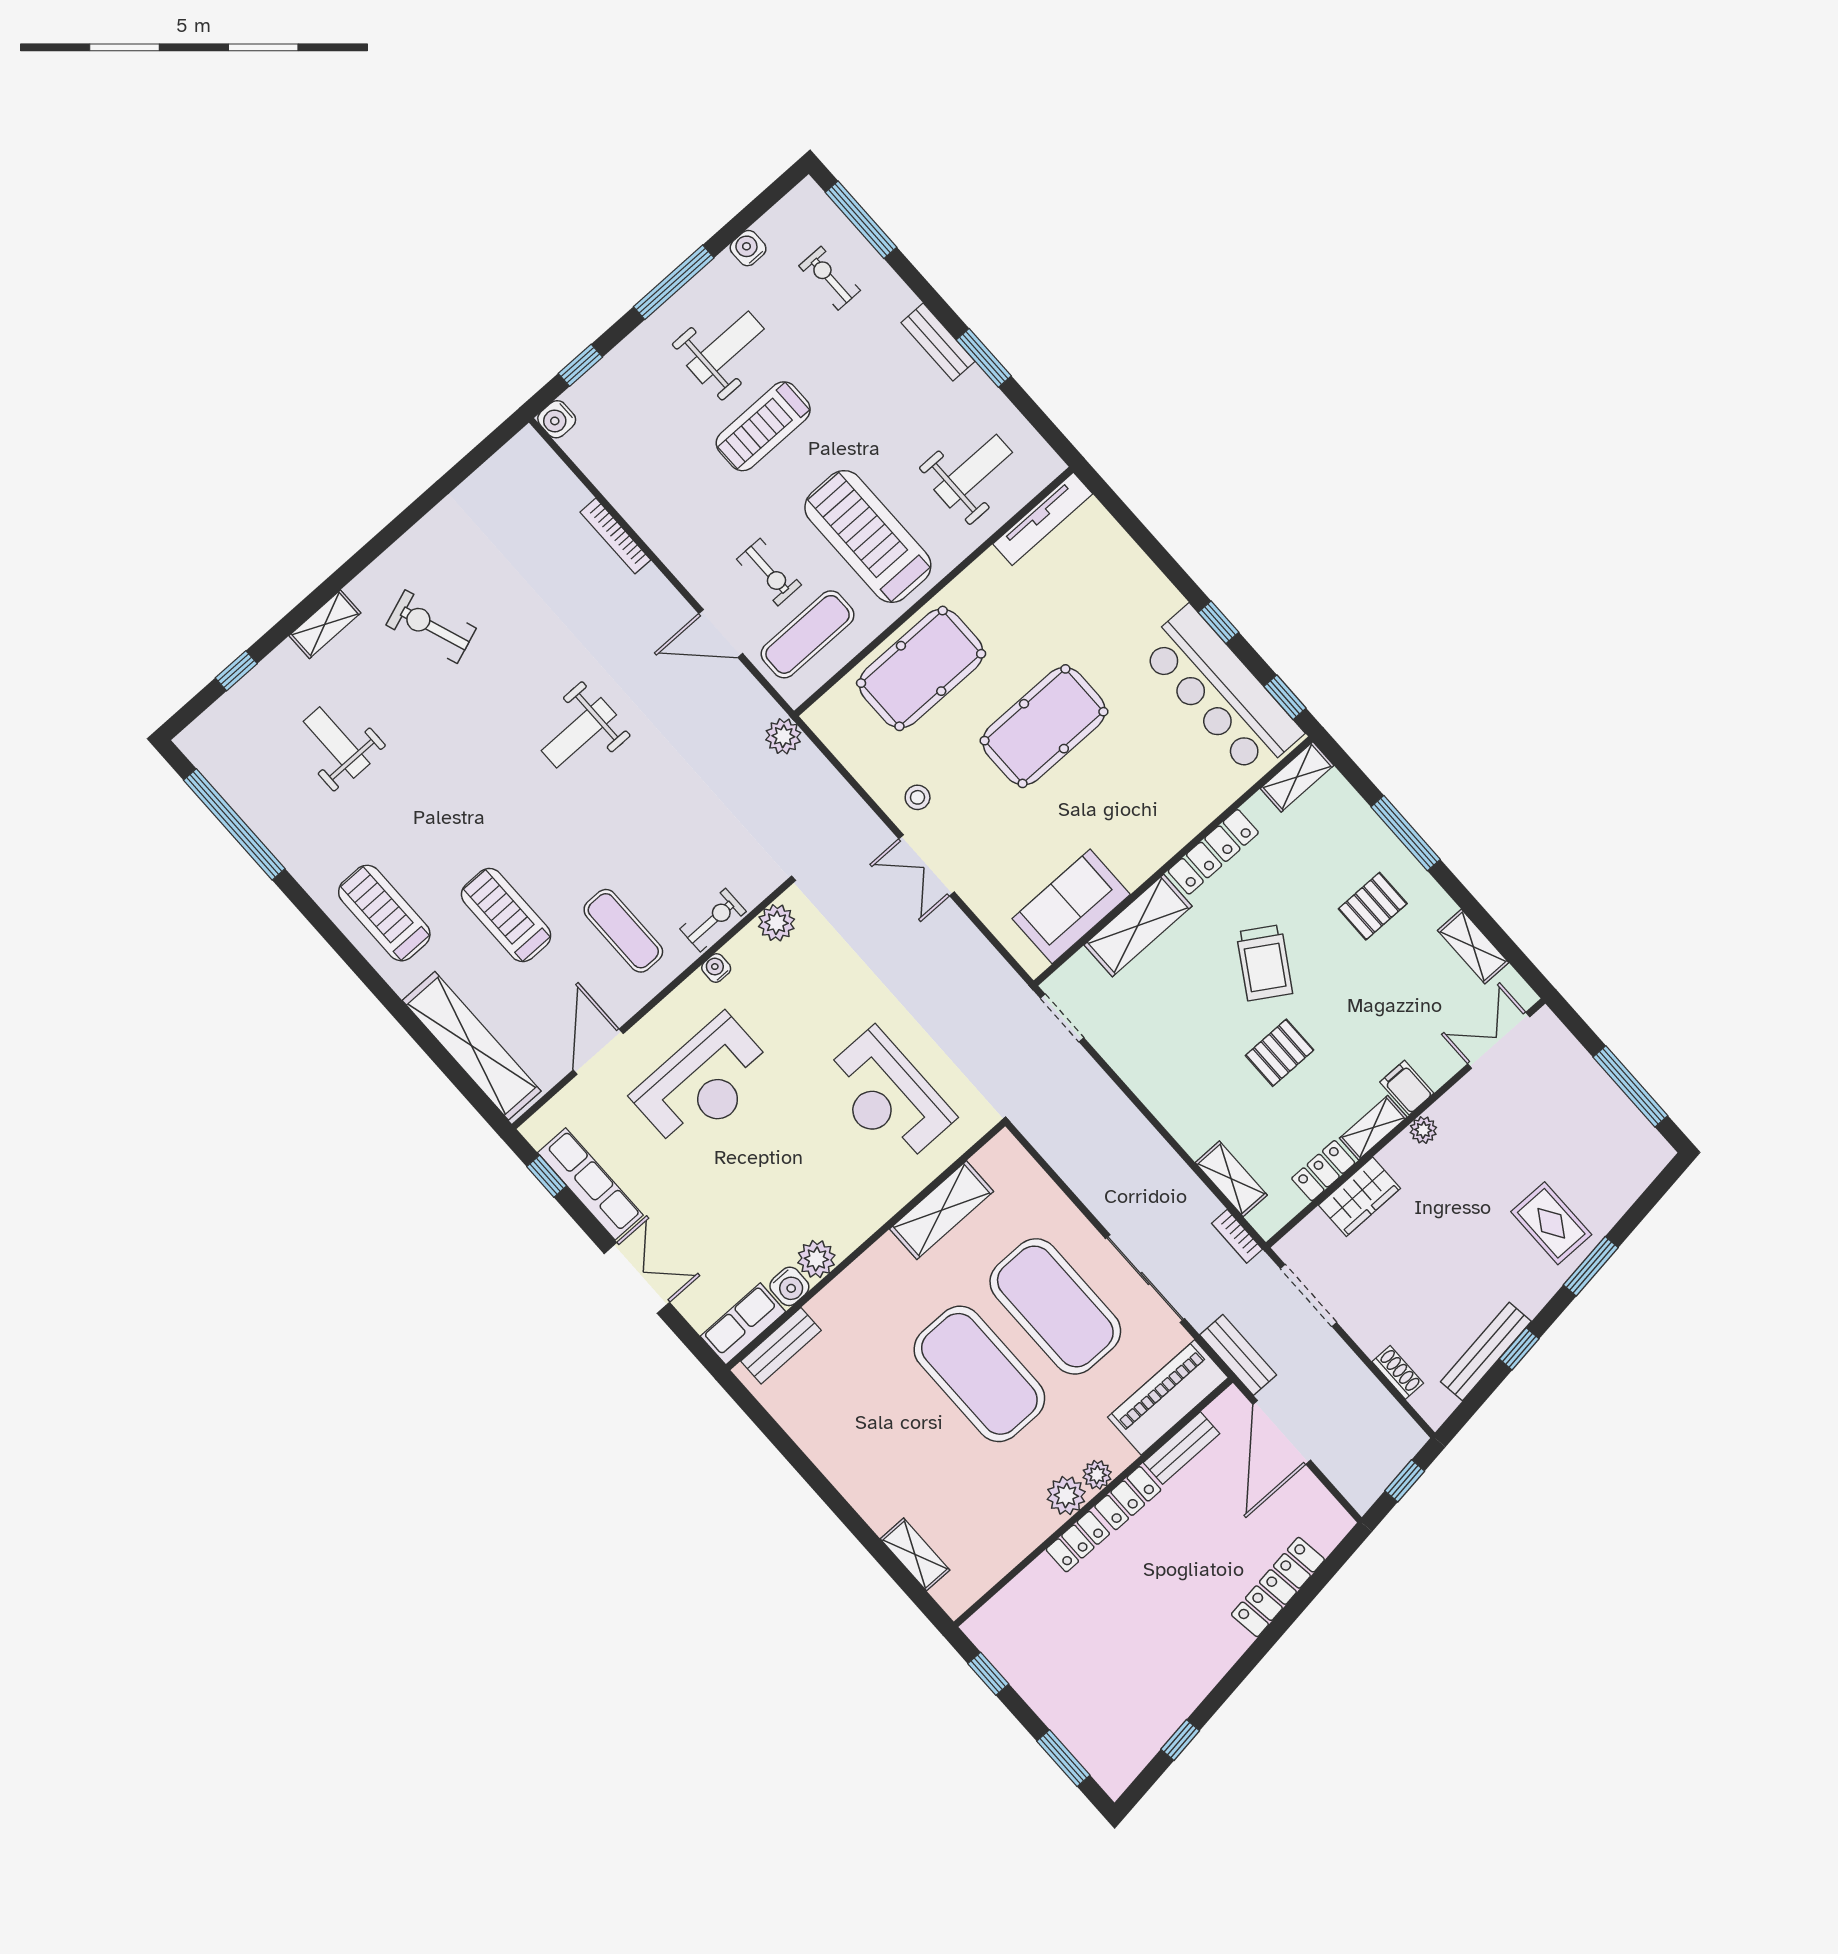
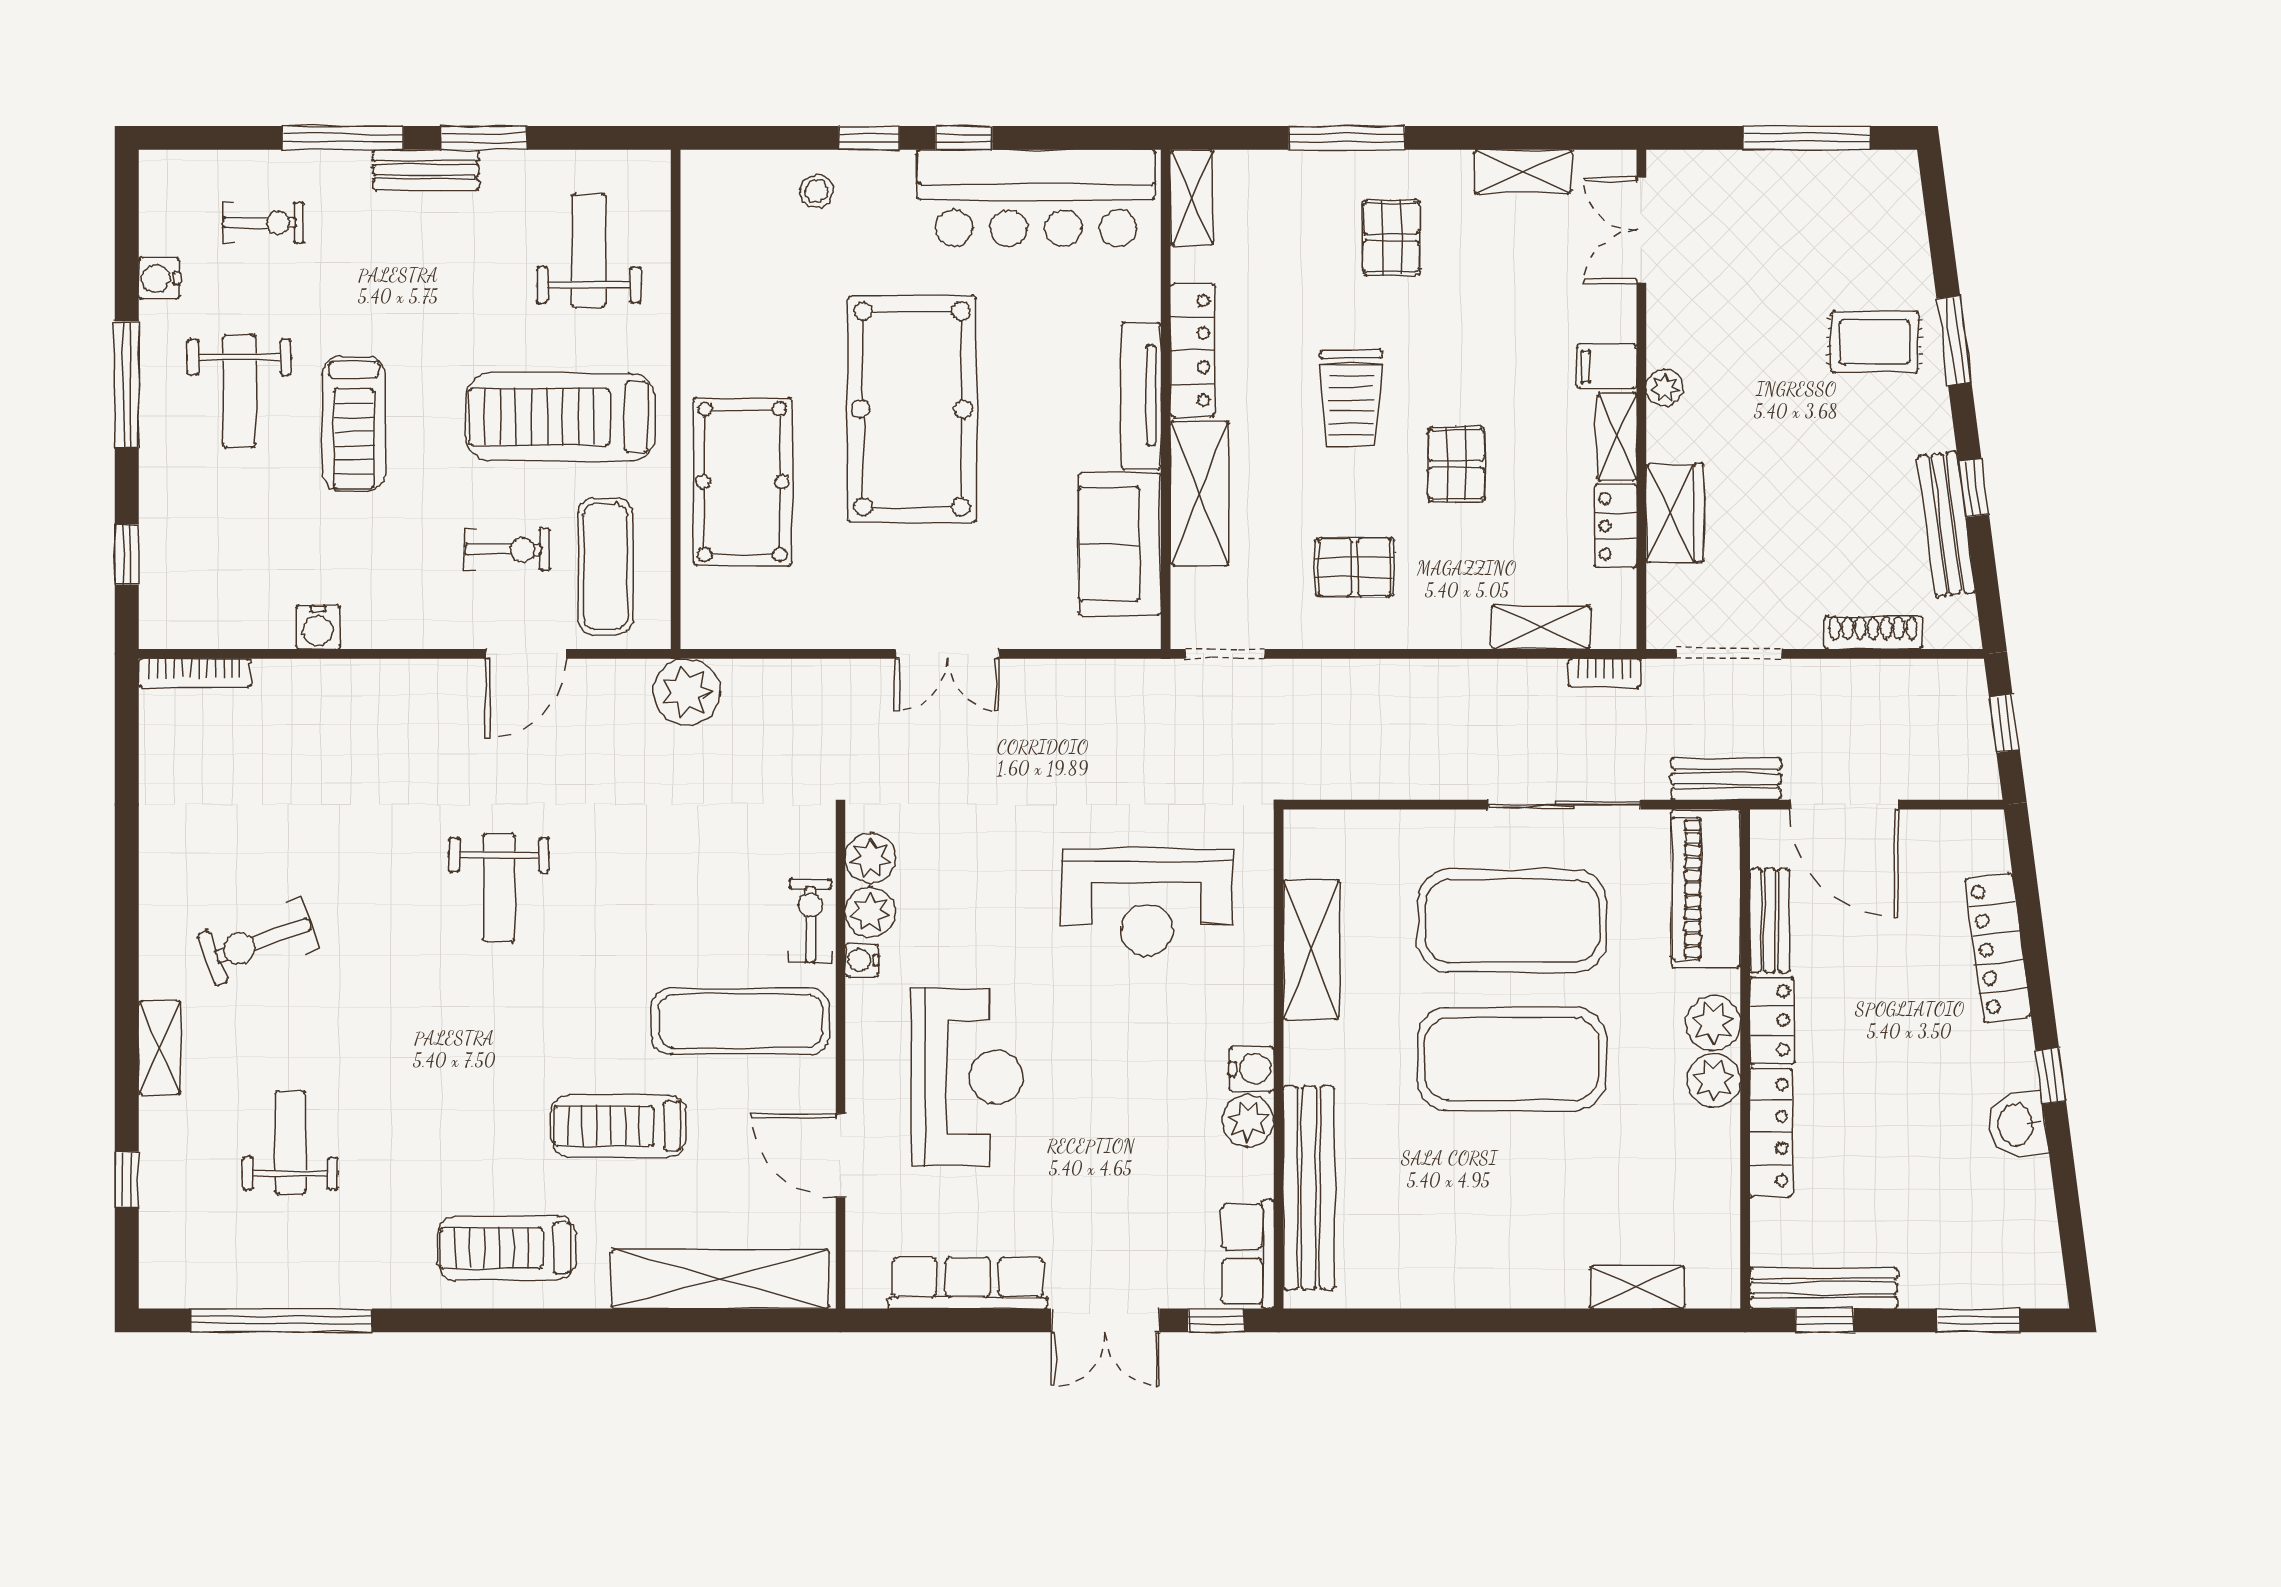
window: (861, 220) -> (343, 138), moved
exercise bike: (830, 278) -> (263, 223), turned 180
weight bench: (725, 347) -> (239, 391), turned 180
water cooler: (557, 419) -> (318, 627), moved
tv unit: (1043, 519) -> (1141, 396), moved, turned 180
bookcase: (615, 536) -> (195, 673), moved
window: (1285, 697) -> (869, 138), moved
pool table: (1044, 726) -> (912, 409), width x1.36, depth x1.32
plant: (783, 736) -> (687, 692), width x1.36, depth x1.36
weight bench: (337, 742) -> (290, 1142), turned 90
stool: (918, 797) -> (817, 191), moved
exercise mat: (623, 931) -> (740, 1021), width x1.36, depth x1.45
plant: (747, 949) -> (870, 912), added
trolley: (1264, 963) -> (1351, 398), turned 58
pallet: (1173, 1047) -> (1355, 567), added
window: (547, 1176) -> (1216, 1320), moved
double door: (637, 1278) -> (1105, 1320), swing flipped
water cooler: (789, 1286) -> (1252, 1069), moved
bench: (781, 1346) -> (1309, 1188), width x1.86, depth x1.21
shoe rack: (1398, 1372) -> (1873, 632), width x1.43
plant: (1097, 1475) -> (1713, 1023), width x1.38, depth x1.38
locker: (1078, 1542) -> (1771, 1132), width x1.53
bench: (1006, 1657) -> (1824, 1288), added
washbasin: (1190, 1684) -> (2017, 1125), added
window: (1180, 1740) -> (2051, 1076), moved

